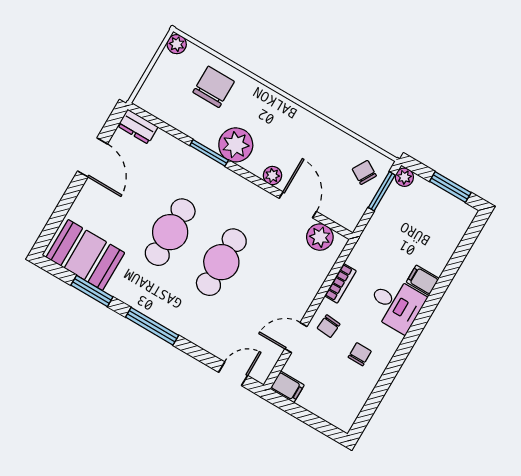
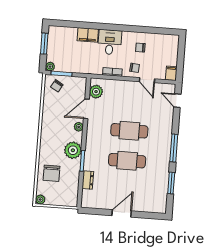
chair: (214, 87) -> (51, 173), turned -90
dresser: (138, 127) -> (88, 180), moved
door: (93, 157) -> (122, 213), moved
booth: (85, 255) -> (156, 194), removed
filing cabinet: (423, 280) -> (88, 35), width x2.00

